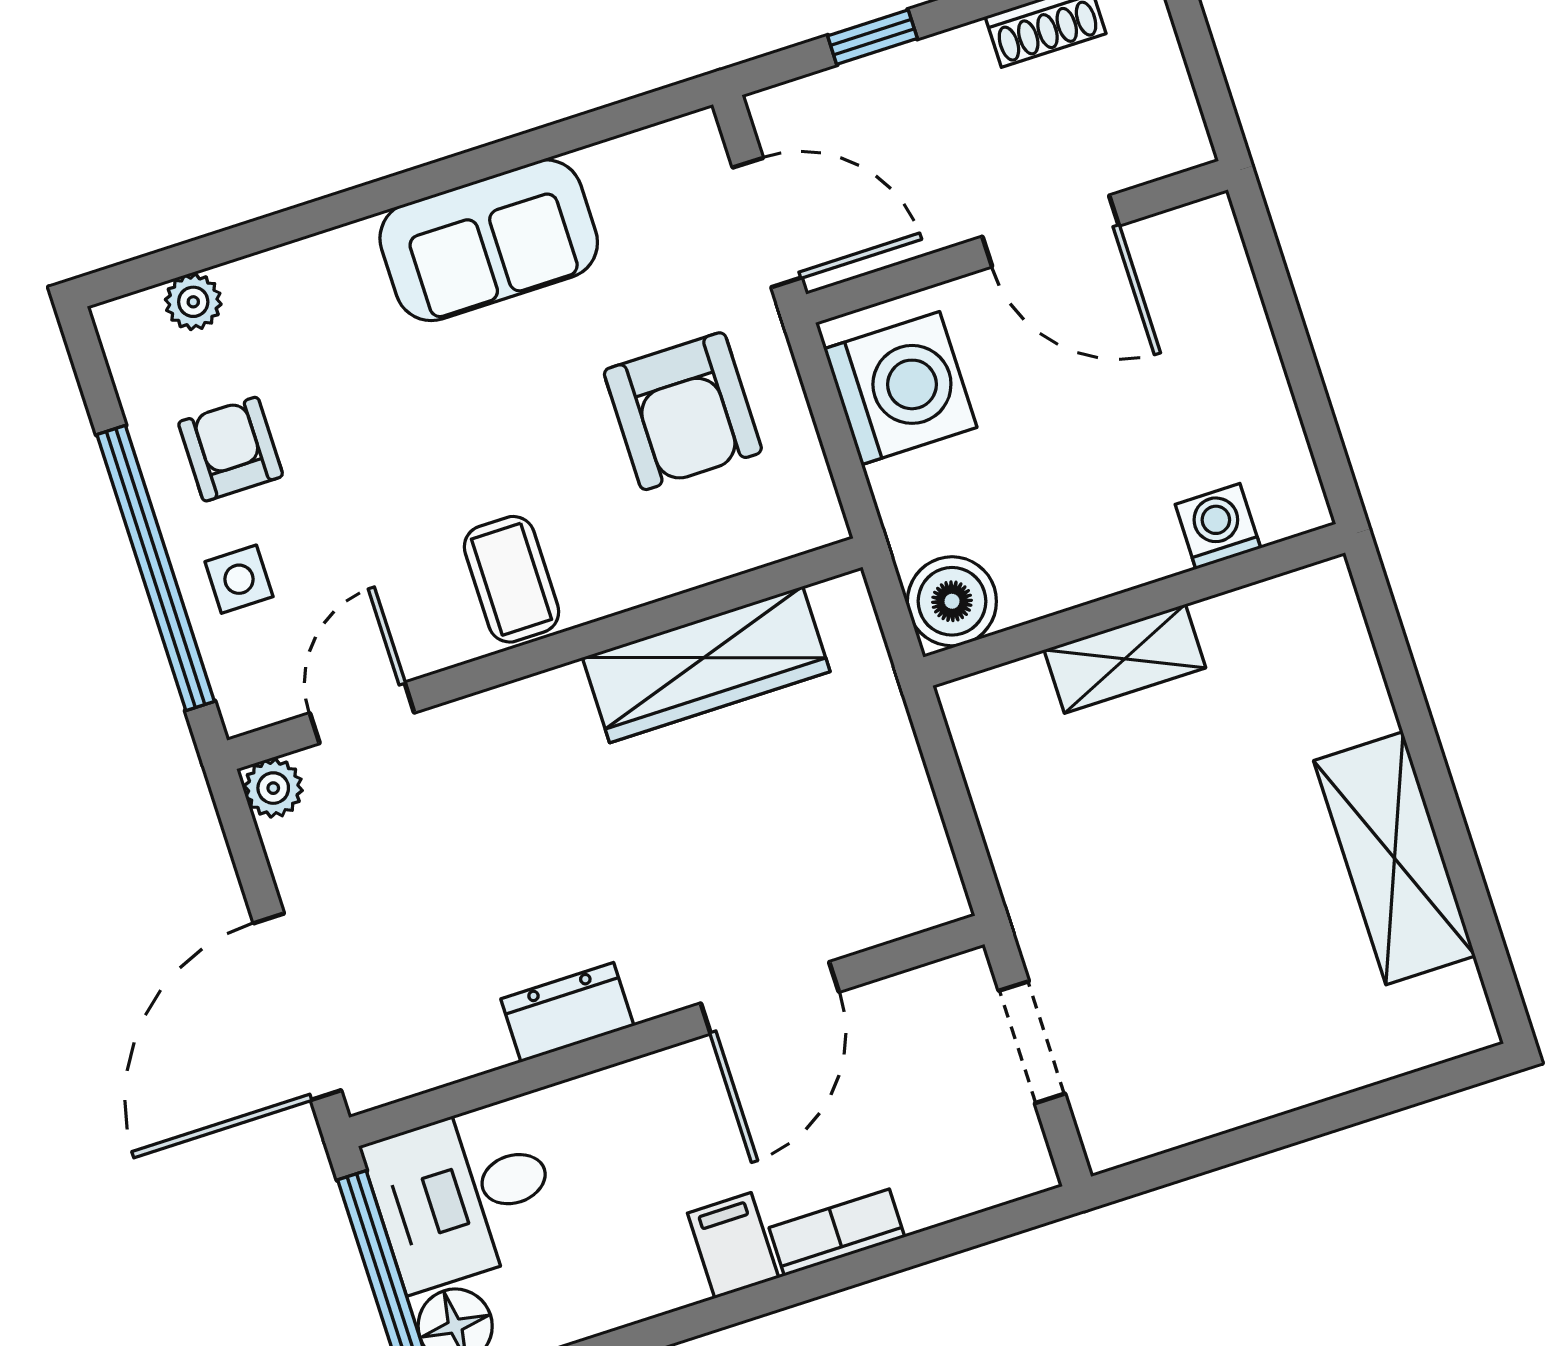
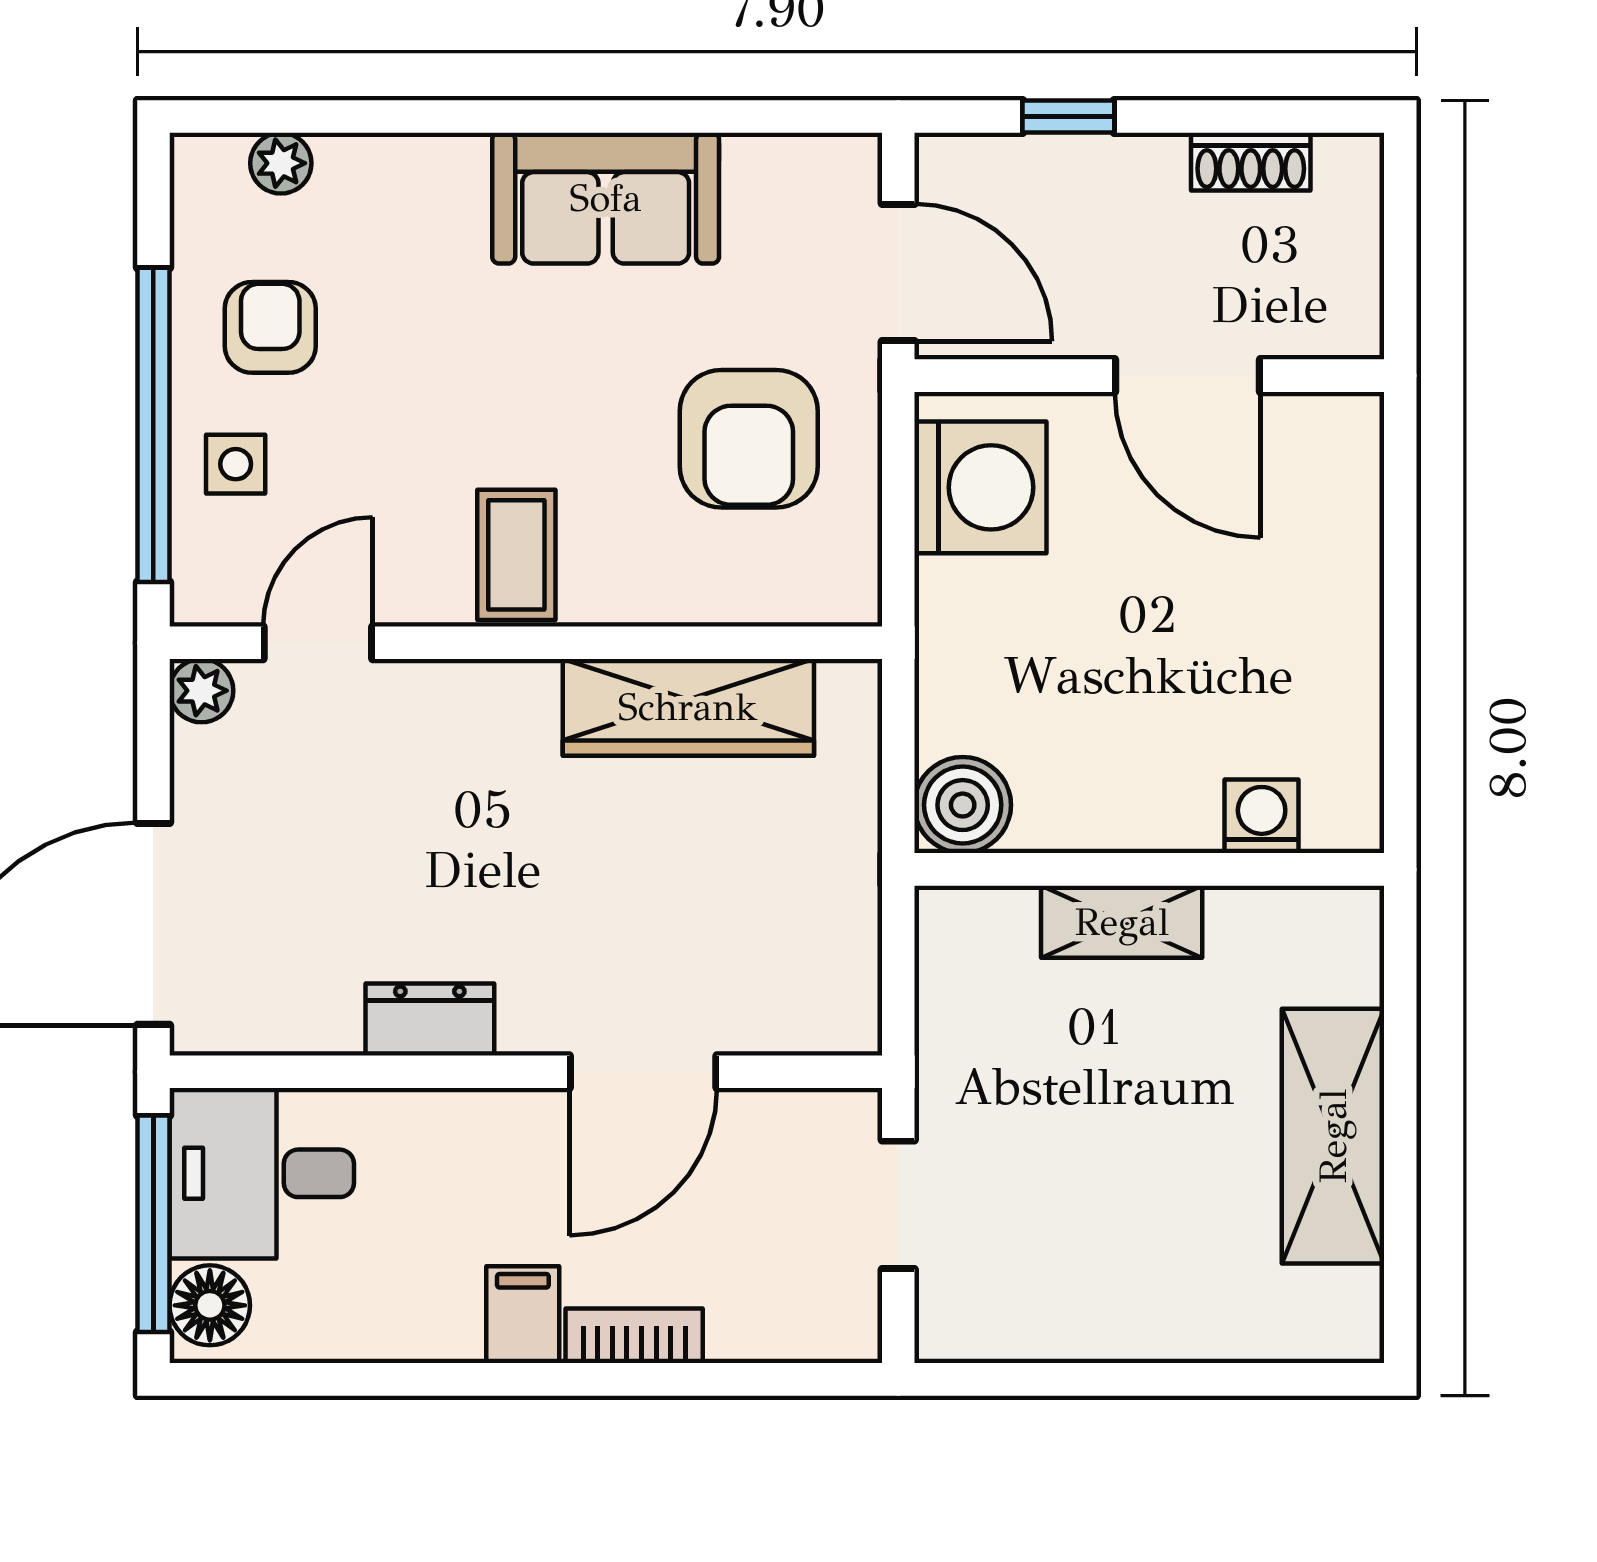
washing machine: (1218, 526) -> (1262, 816), moved
boiler: (952, 601) -> (963, 805), moved
wall: (1134, 605) -> (1149, 869), moved
shelving: (1125, 659) -> (1122, 922), moved

